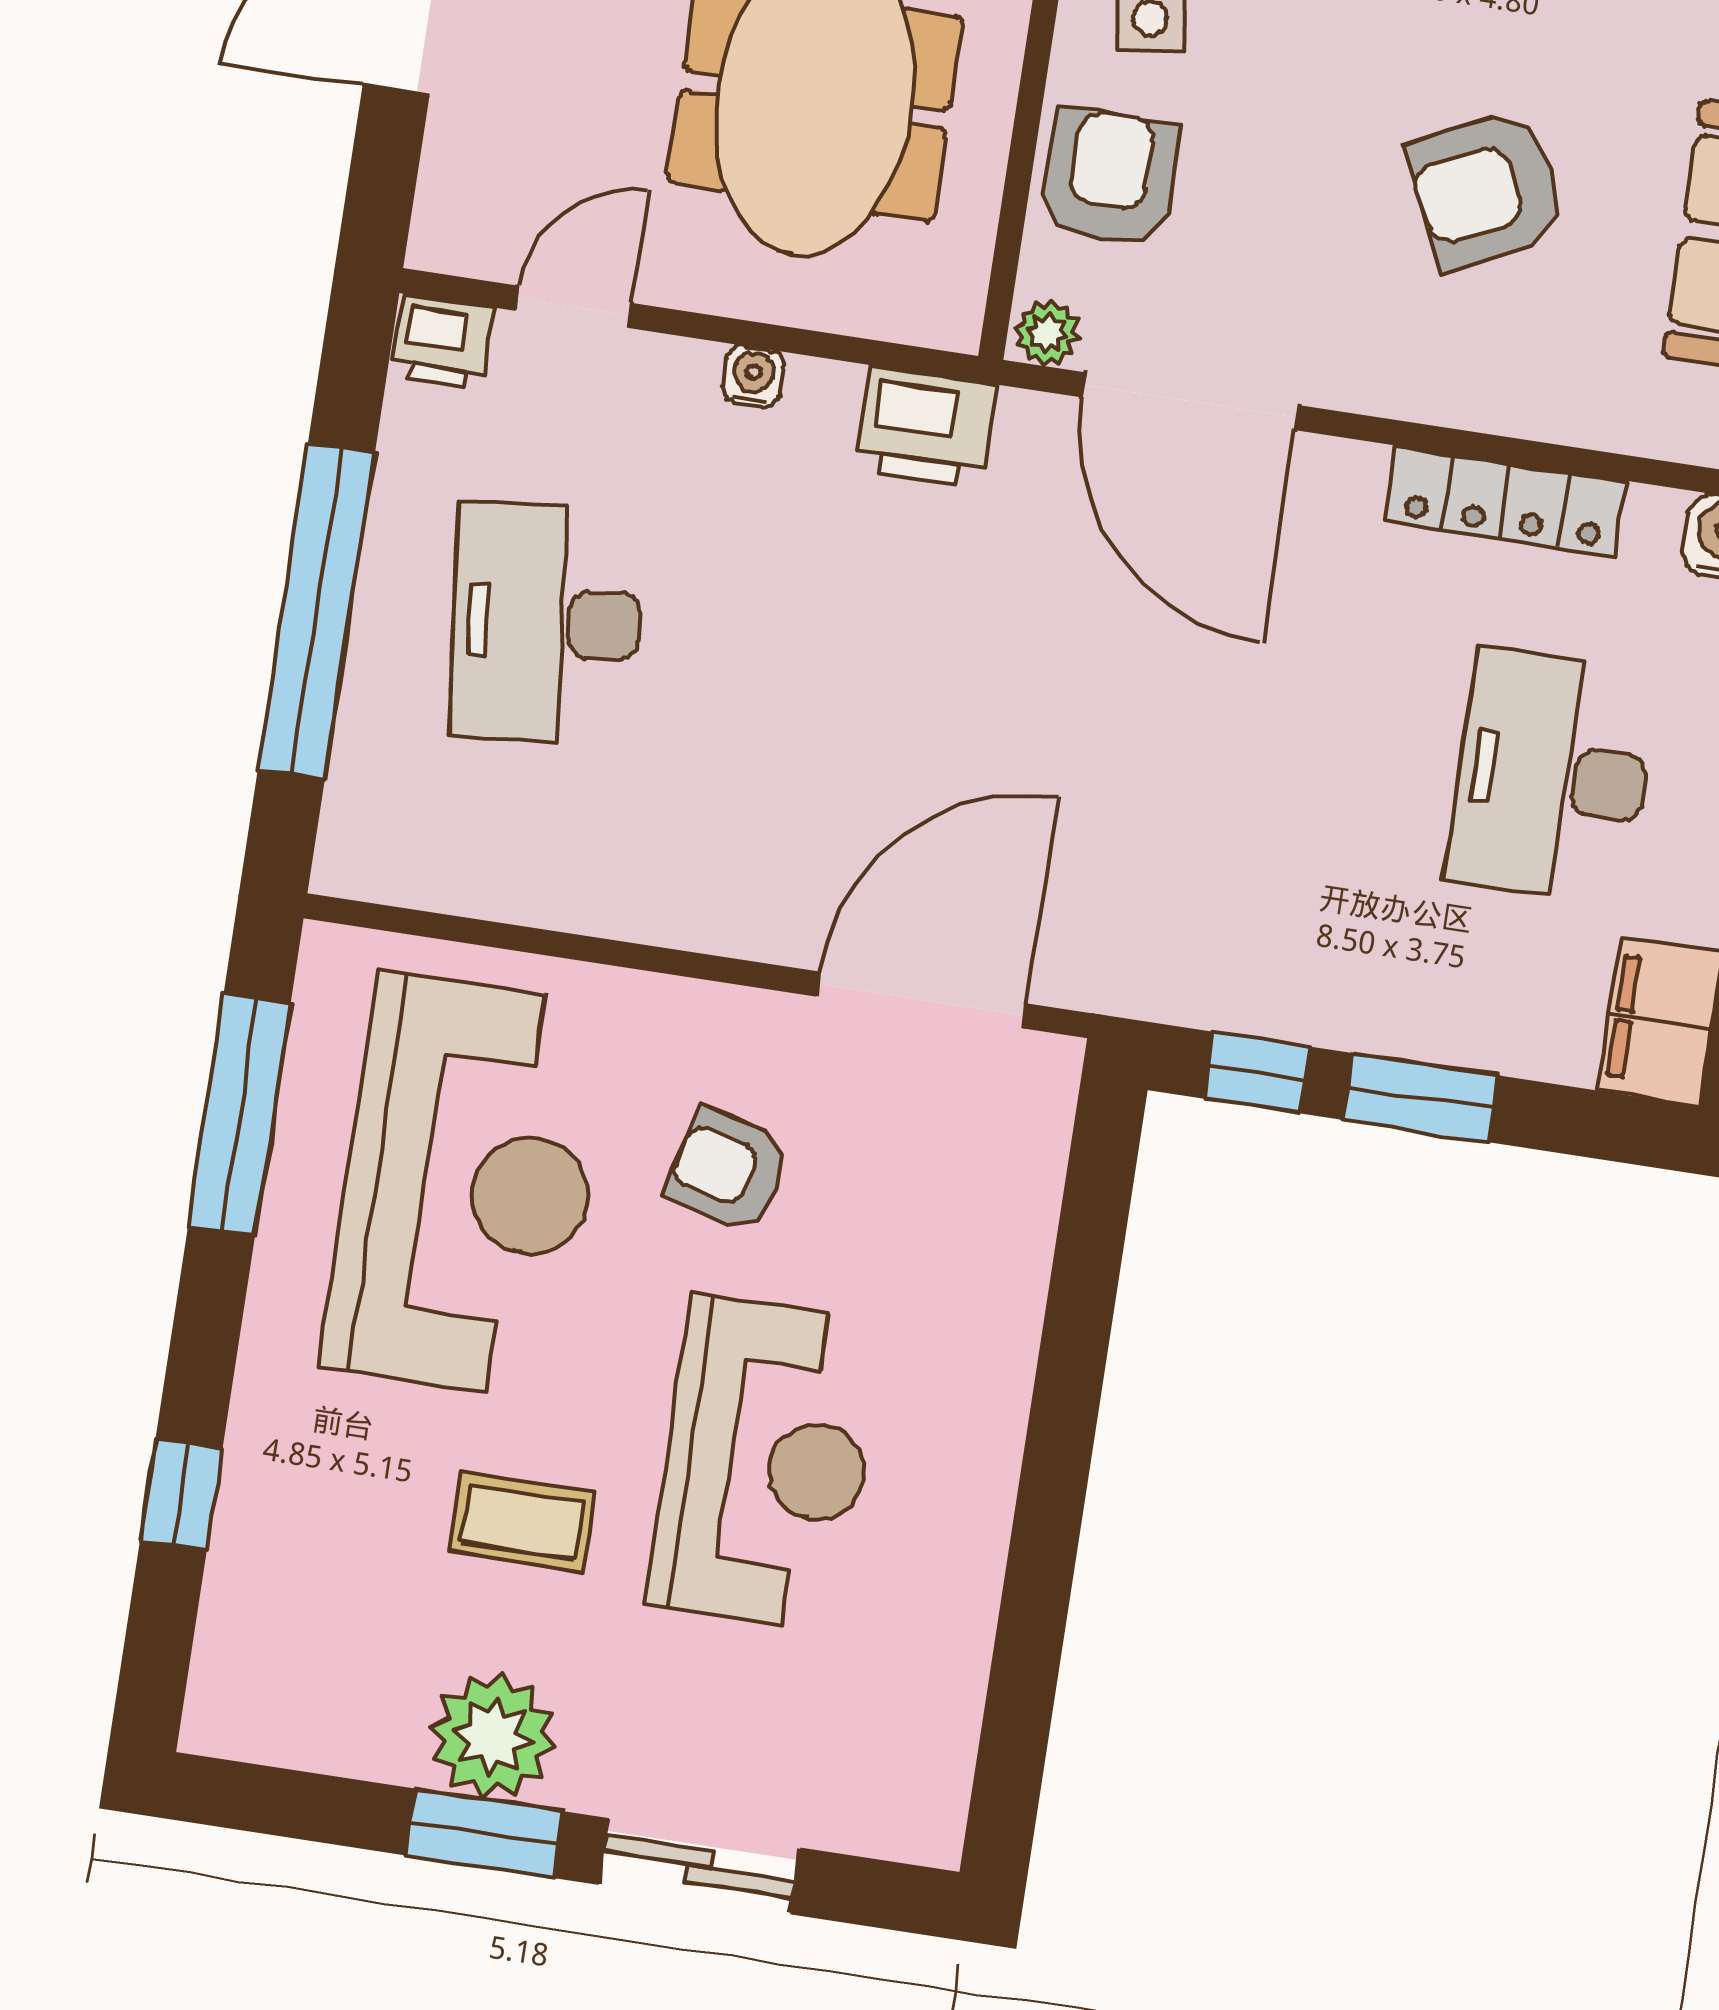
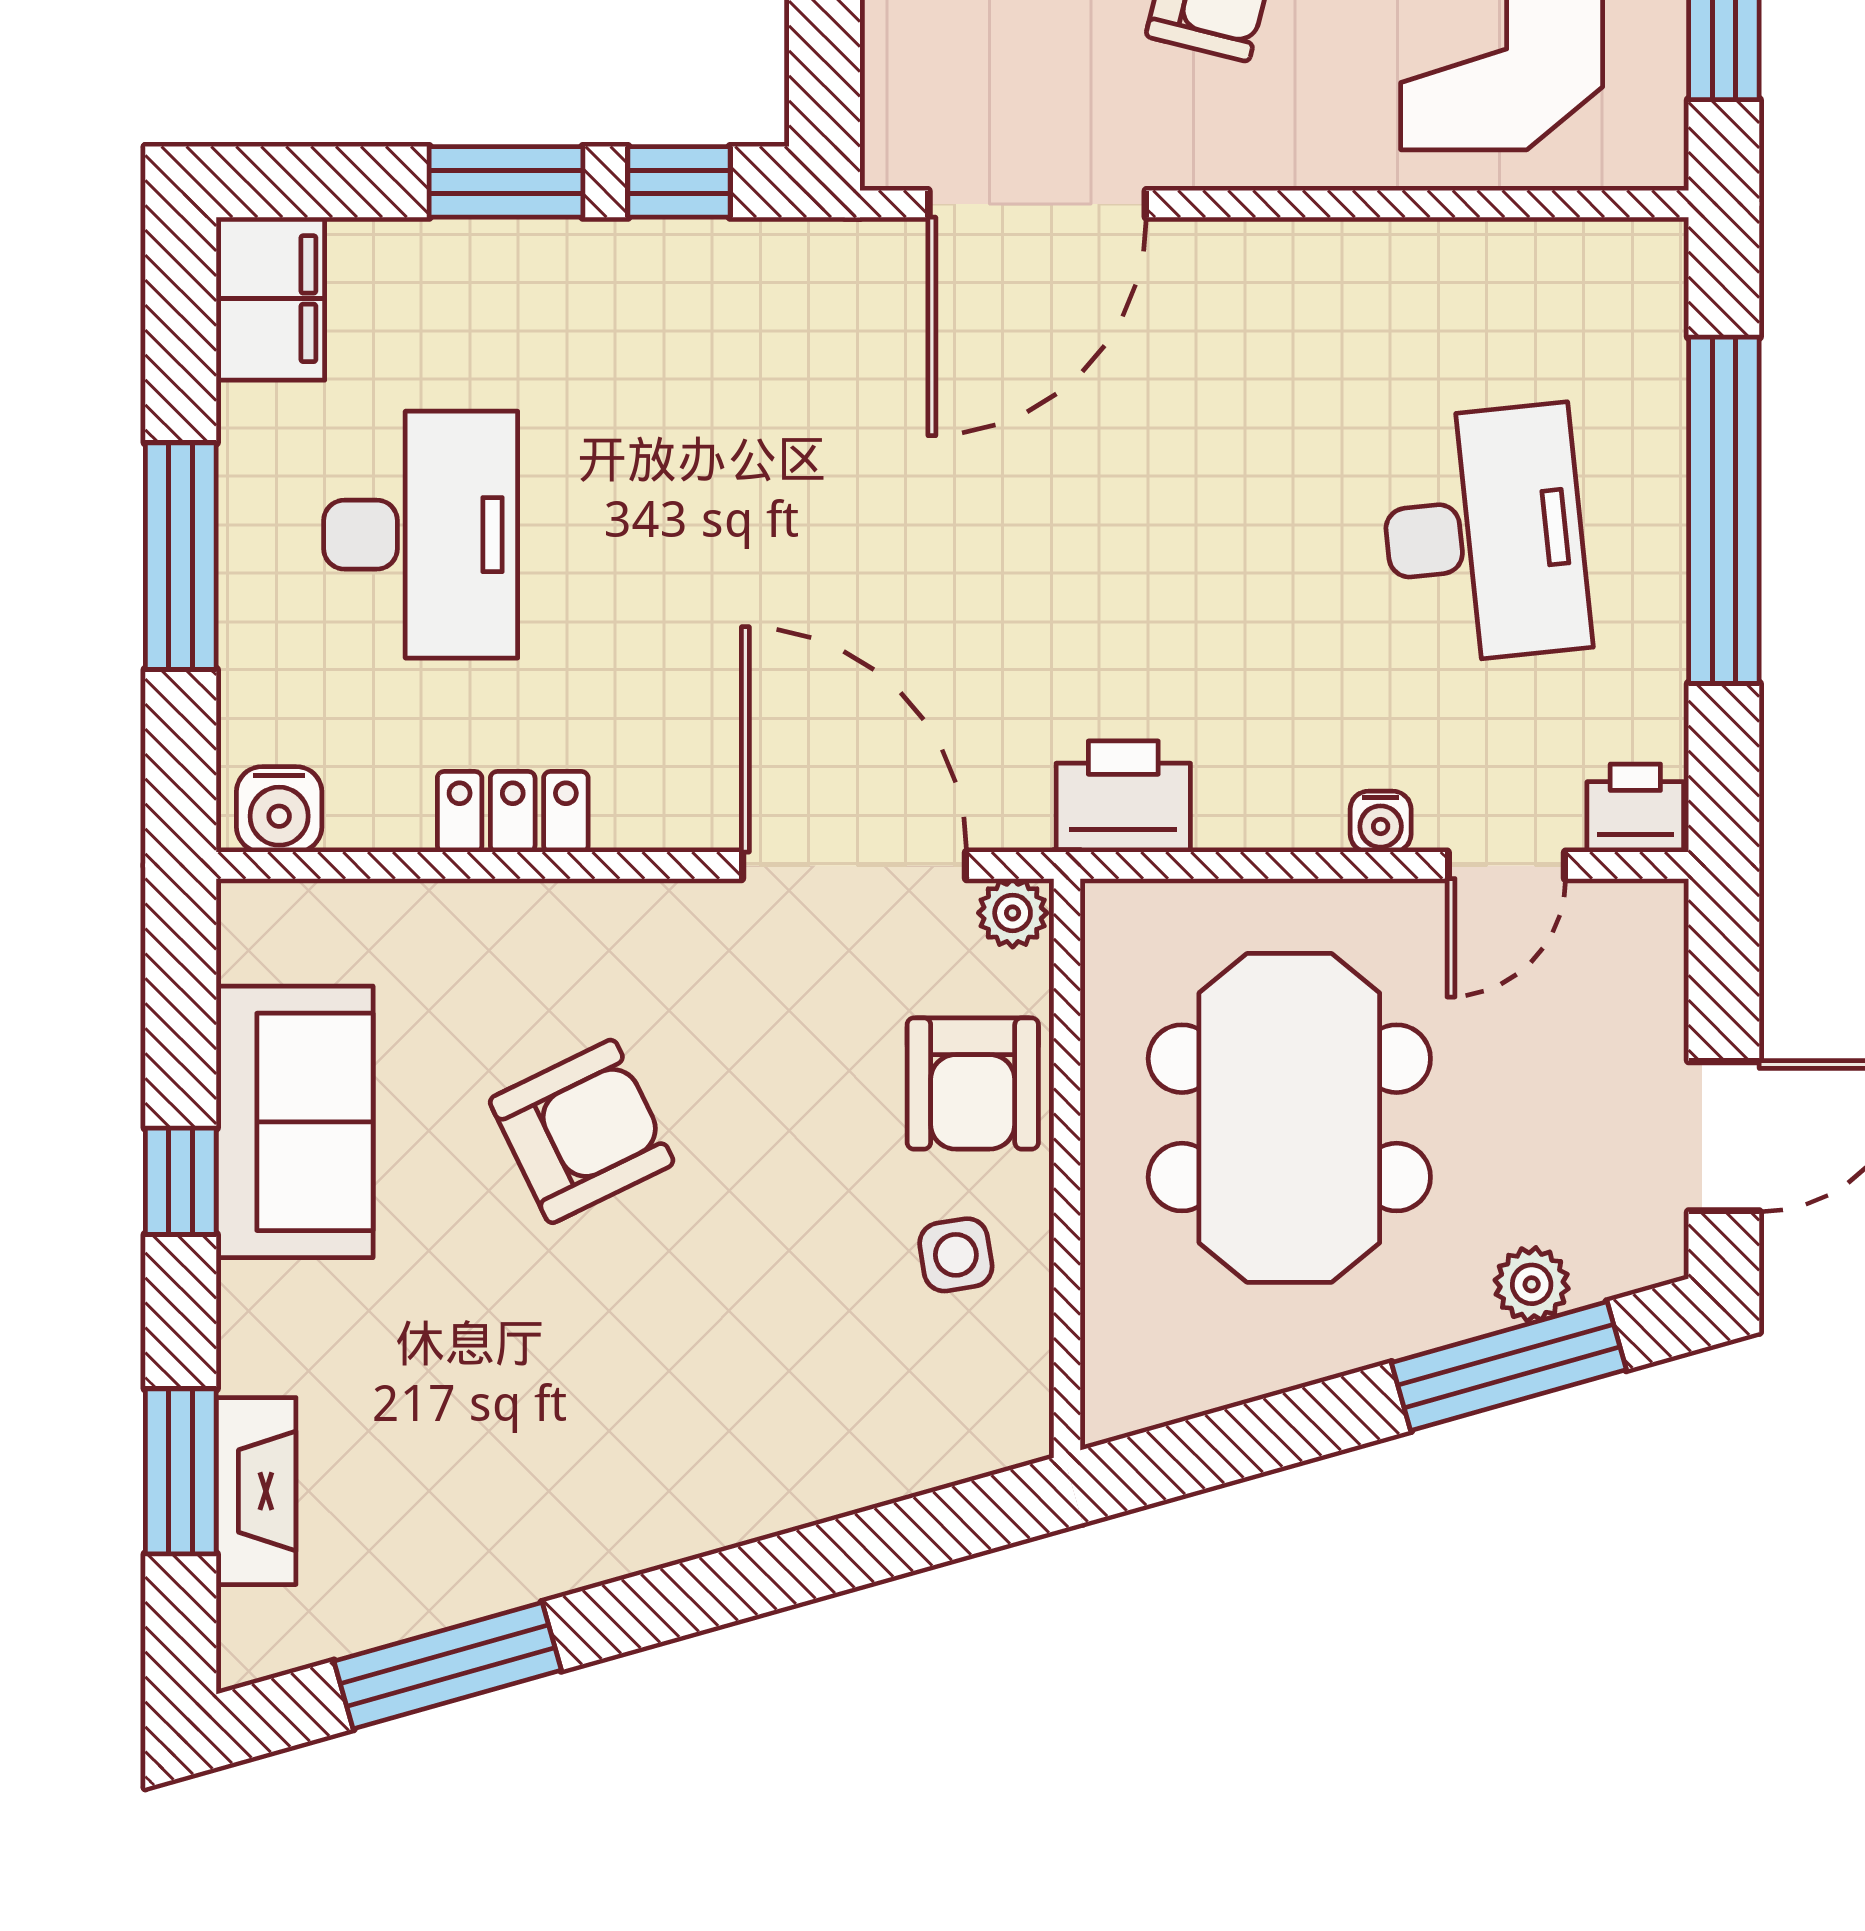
water cooler: (753, 377) -> (1381, 822), moved
locker: (1505, 501) -> (513, 812), width x0.66

